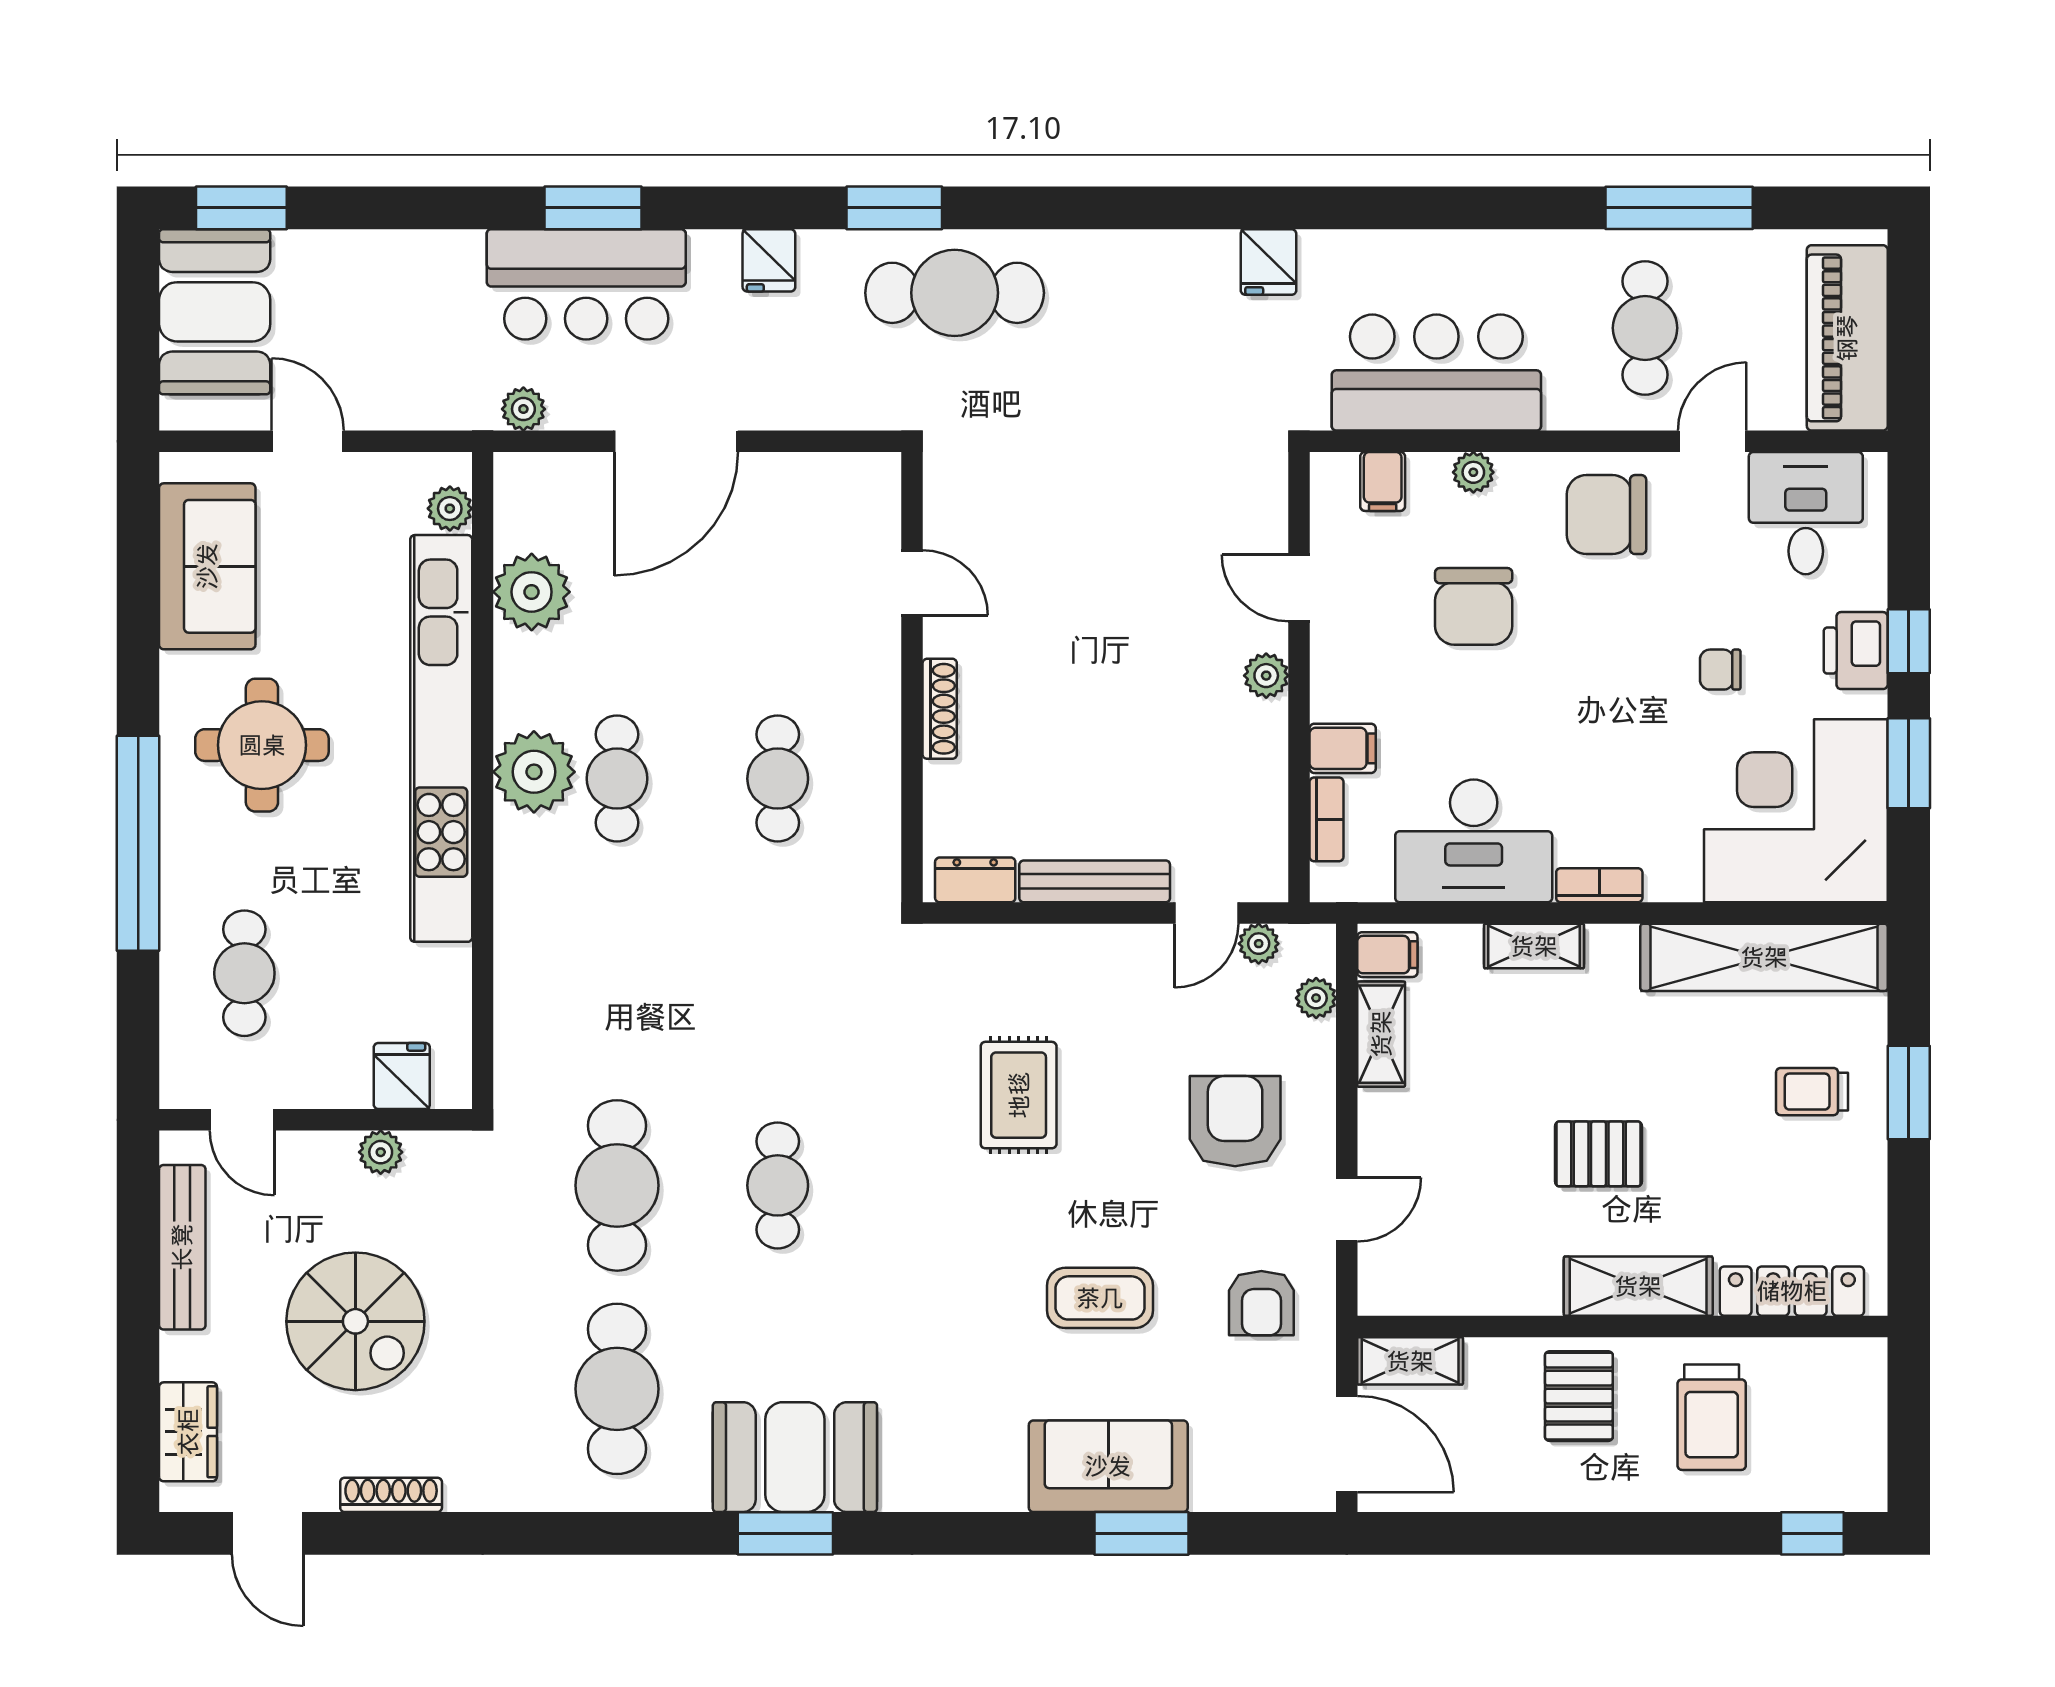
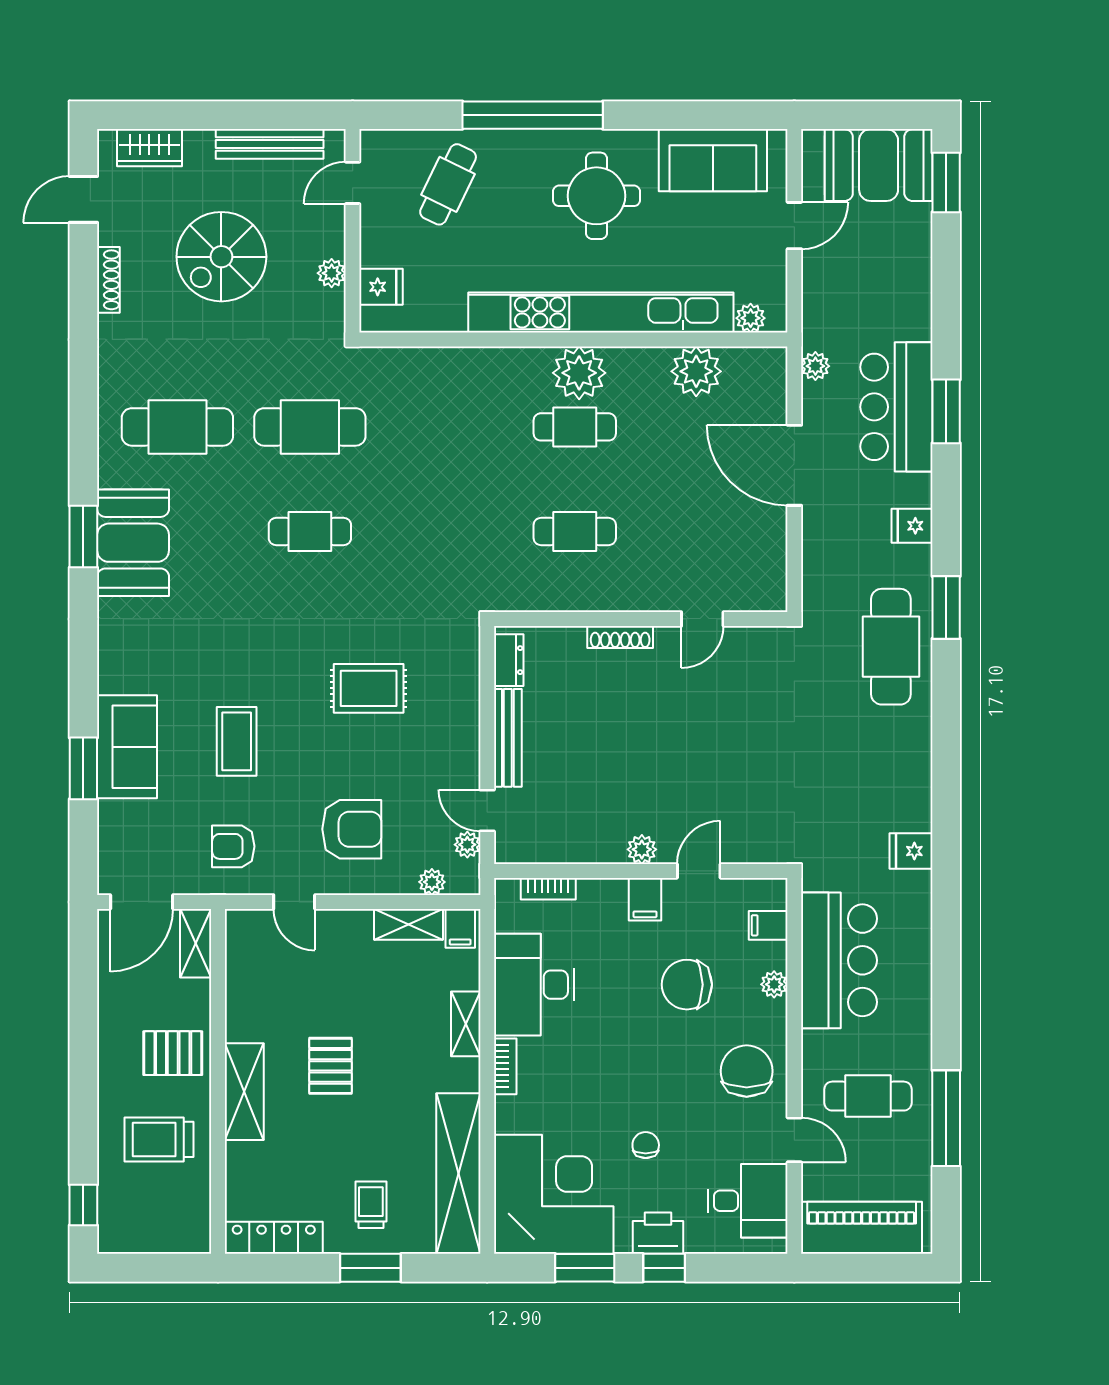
filing cabinet: (1343, 748) -> (645, 899), moved
cafe table: (244, 973) -> (448, 184), turned -64
locker: (1792, 1291) -> (274, 1238), moved, turned -90

